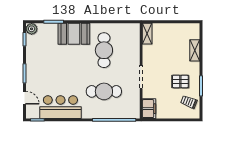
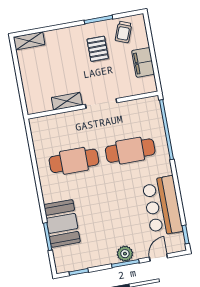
plant: (32, 29) -> (125, 254), moved
booth: (74, 34) -> (62, 223), moved
shelving: (147, 34) -> (67, 101), moved
shelving: (195, 50) -> (29, 41), moved
cafe table: (104, 91) -> (130, 151), turned 90
filing cabinet: (149, 109) -> (143, 62), moved, turned -90

